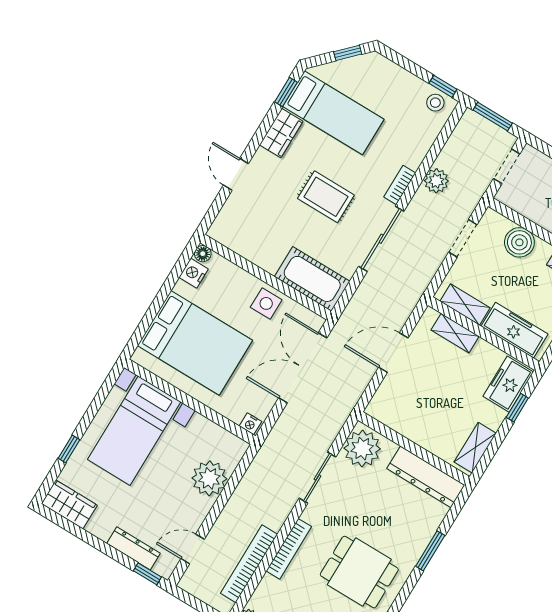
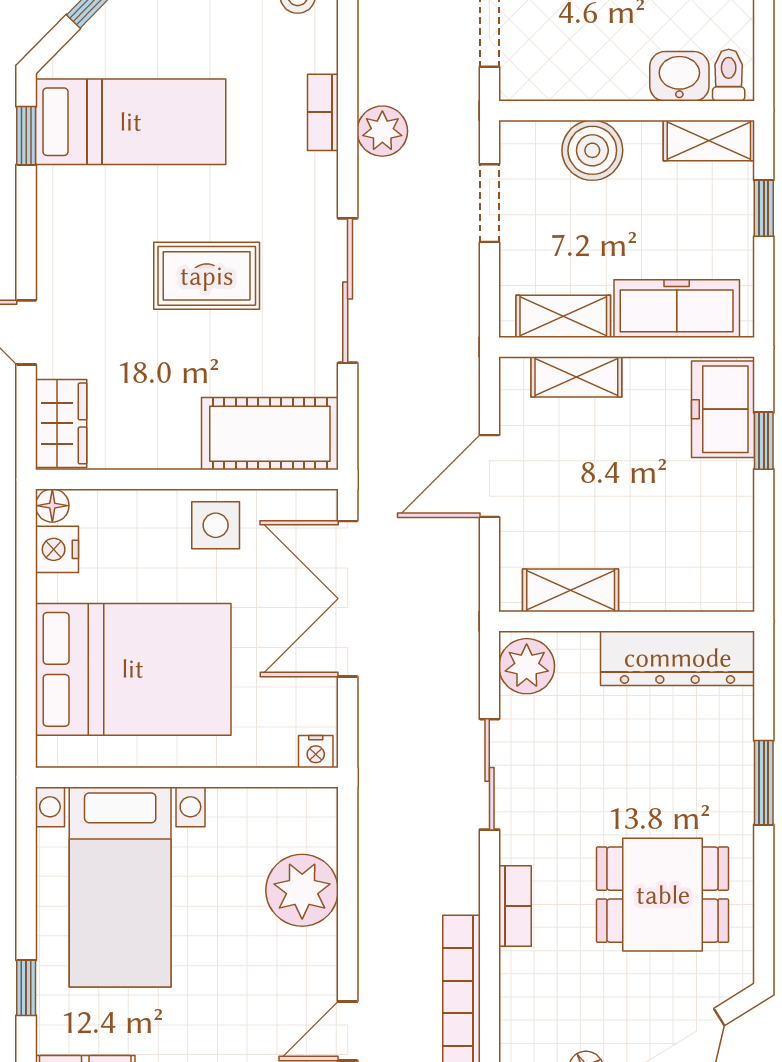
wardrobe: (281, 133) -> (61, 423), moved
bookcase: (400, 185) -> (323, 112), moved
shelving: (475, 448) -> (571, 590), moved, turned 90
plant: (362, 449) -> (527, 666), width x0.73, depth x0.73
bookcase: (289, 549) -> (515, 906), width x0.64

